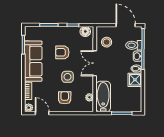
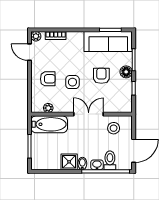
floor lamp: (85, 31) -> (126, 72), moved
sofa: (33, 61) -> (108, 42), moved
door: (42, 113) -> (30, 52), swing flipped

